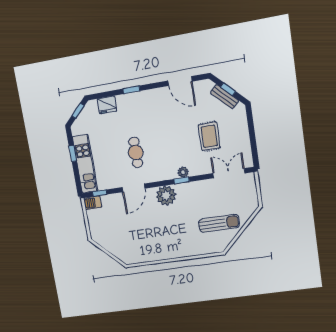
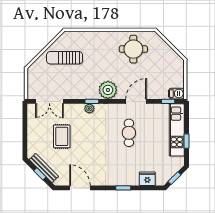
bench: (225, 97) -> (44, 168), width x1.36
round table: (146, 243) -> (133, 49), added

